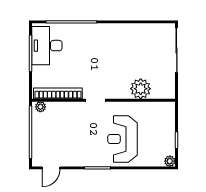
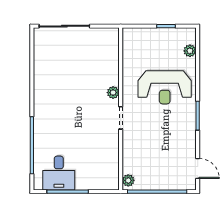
desk: (47, 46) -> (59, 173), width x0.73
plant: (141, 89) -> (113, 93), moved, width x0.53, depth x0.53
bookcase: (58, 93) -> (113, 161), removed
plant: (170, 161) -> (190, 51), moved

